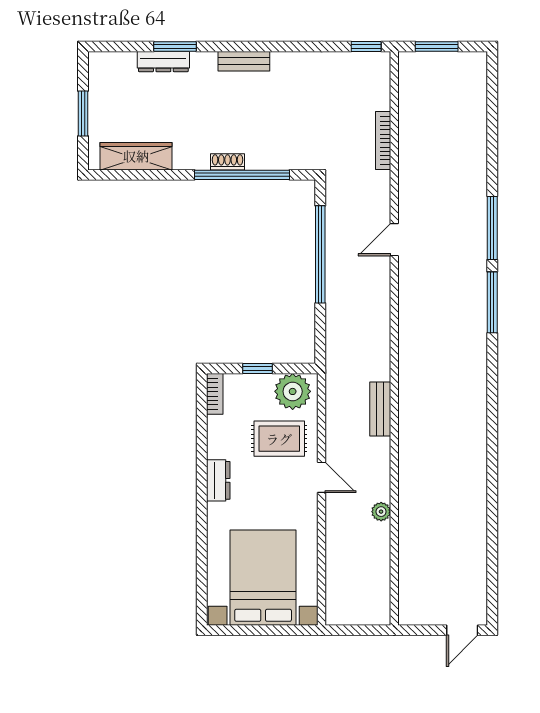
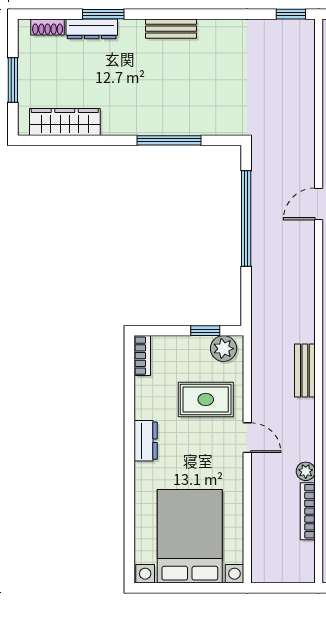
bookcase: (383, 141) -> (308, 511), moved
shoe rack: (228, 162) -> (48, 27), moved, turned 180
window: (242, 175) -> (169, 140), width x0.68
window: (257, 369) -> (205, 331), moved
plant: (293, 391) -> (224, 349), width x0.73, depth x0.73

